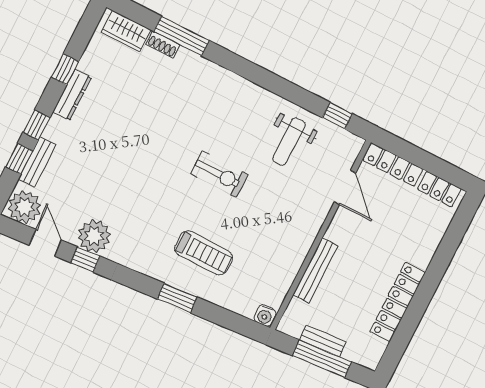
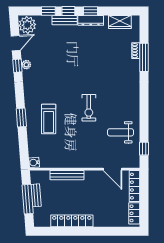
wardrobe: (126, 31) -> (120, 22), moved, turned -90
window: (65, 69) -> (90, 11), moved
bench: (37, 162) -> (65, 20), moved
door: (345, 188) -> (112, 169), hinge flipped
plant: (94, 236) -> (26, 65), width x0.53, depth x0.53

